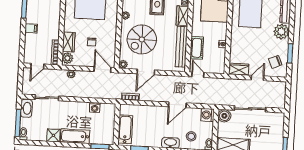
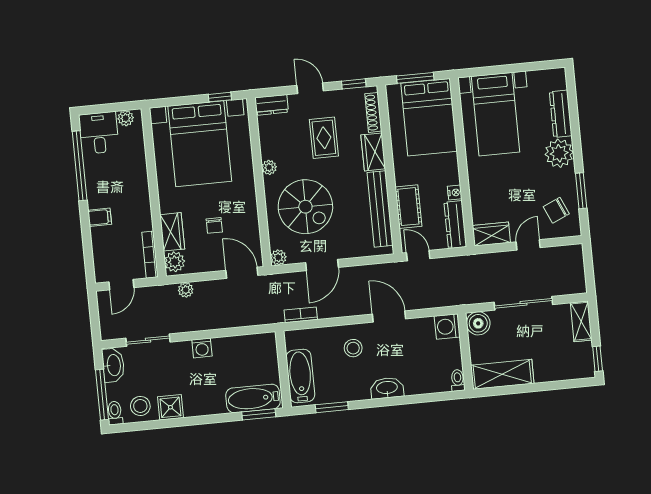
spiral stairs: (142, 39) -> (305, 207), turned -90
dresser: (220, 61) -> (455, 225), added
door: (177, 105) -> (389, 316), swing flipped
washing machine: (95, 107) -> (202, 348), moved
shelving: (279, 123) -> (581, 321), added
stool: (37, 132) -> (140, 406), added
bathtub: (75, 136) -> (253, 398), moved
stool: (191, 136) -> (353, 348), moved

